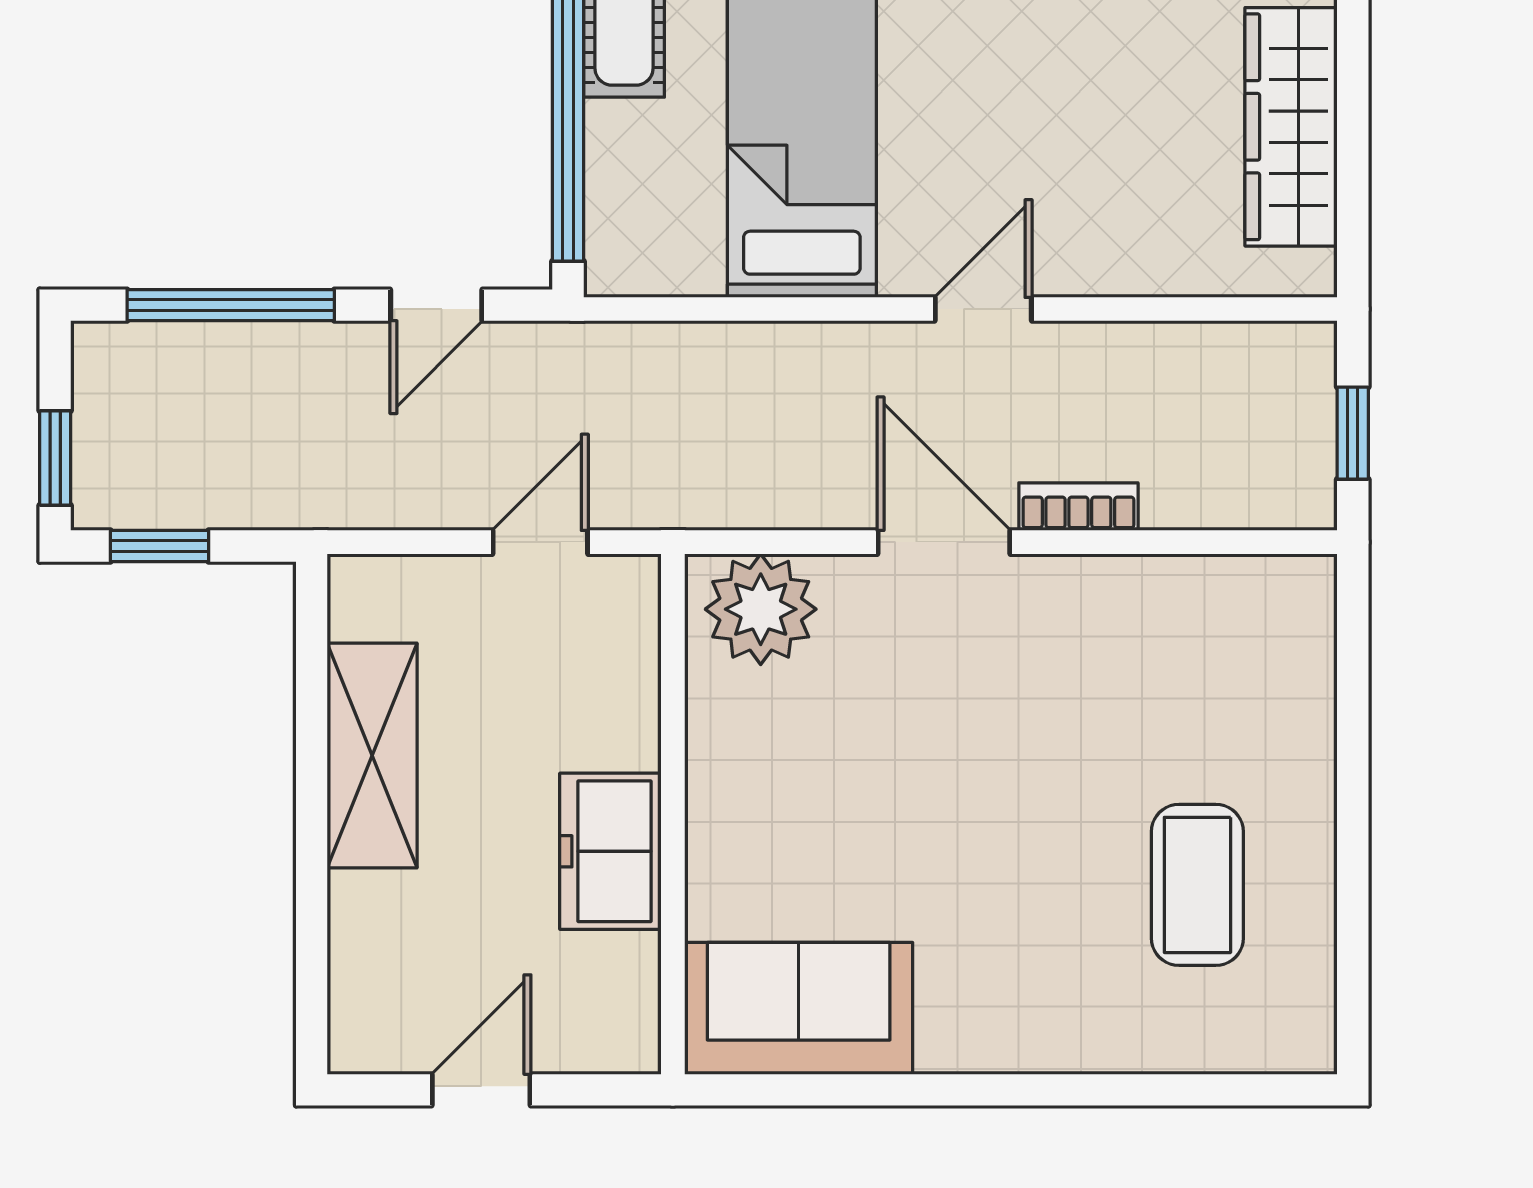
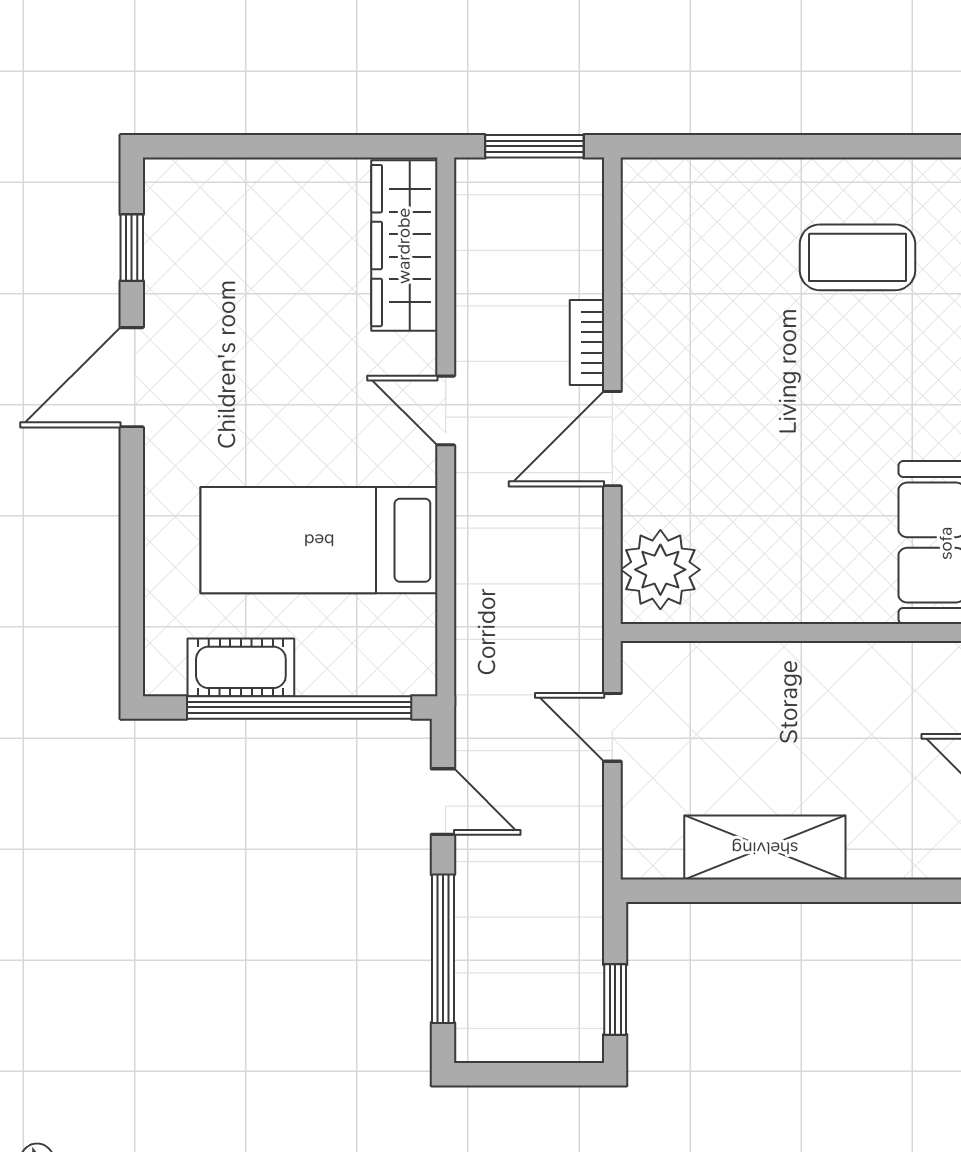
wardrobe: (1291, 127) -> (404, 246), moved, turned 90
window: (1353, 433) -> (534, 146), width x1.50
window: (55, 458) -> (552, 1074), removed
freezer: (610, 851) -> (833, 677), removed

